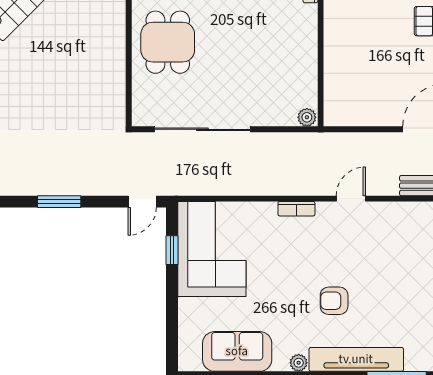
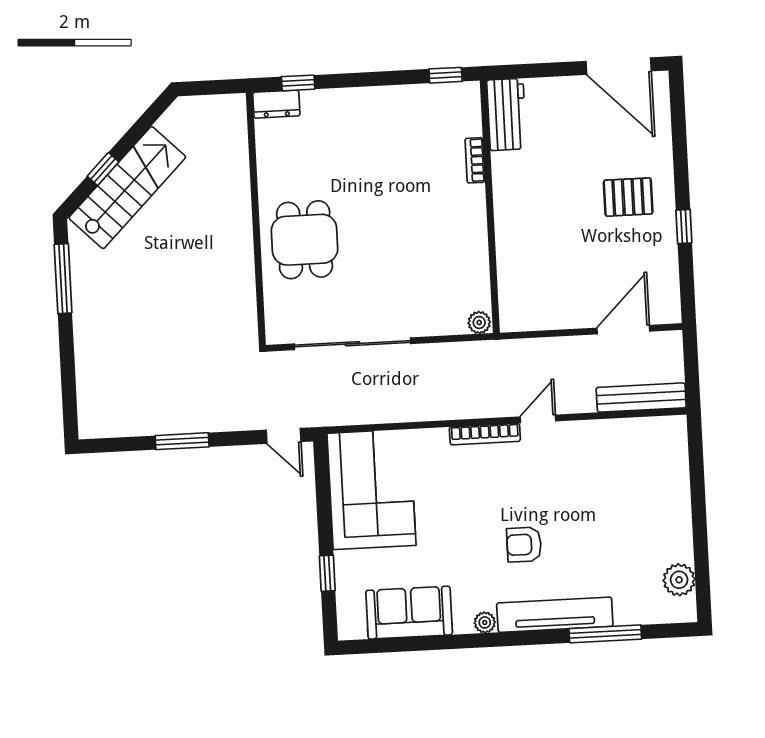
door: (142, 202) -> (284, 436), hinge flipped
bookcase: (296, 209) -> (485, 434), width x1.56
window: (172, 250) -> (327, 573), moved

